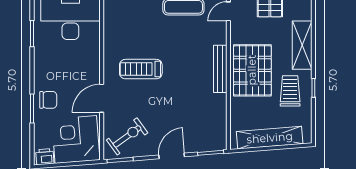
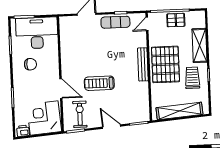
treadmill: (141, 69) -> (99, 83), moved
door: (102, 98) -> (61, 88), swing flipped
chair: (48, 100) -> (30, 64), moved
exercise bike: (127, 136) -> (80, 114), turned -54
door: (172, 156) -> (112, 127), hinge flipped

